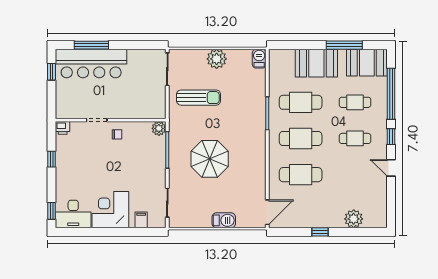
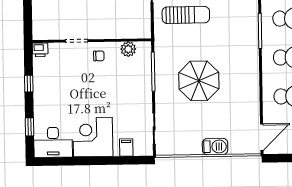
plant: (159, 128) -> (128, 49), moved
window: (51, 211) -> (29, 127), moved

